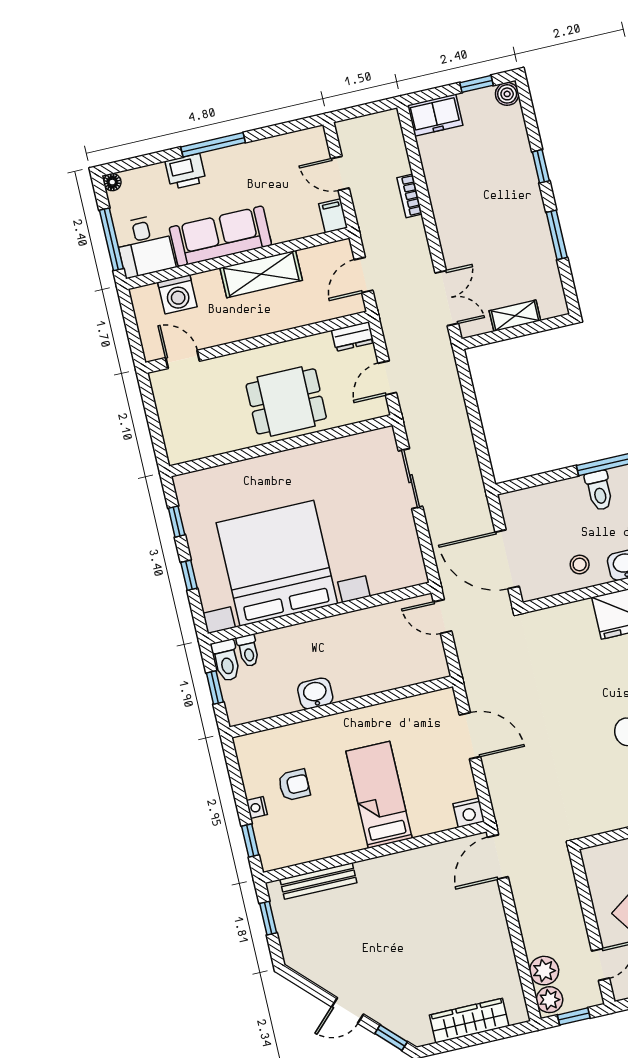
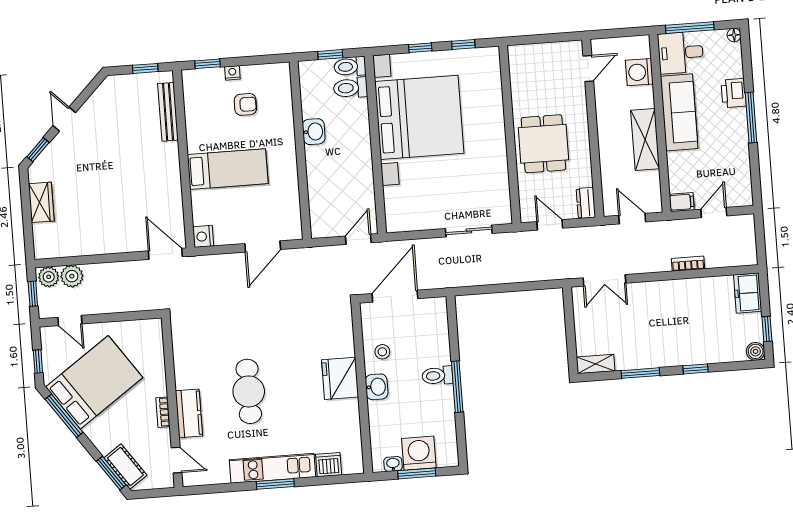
shelving: (515, 316) -> (596, 364), moved, turned 90
toilet: (248, 651) -> (350, 88), width x1.37, depth x1.39
armchair: (294, 785) -> (245, 104), turned -90
wardrobe: (469, 1021) -> (41, 202), width x0.67

